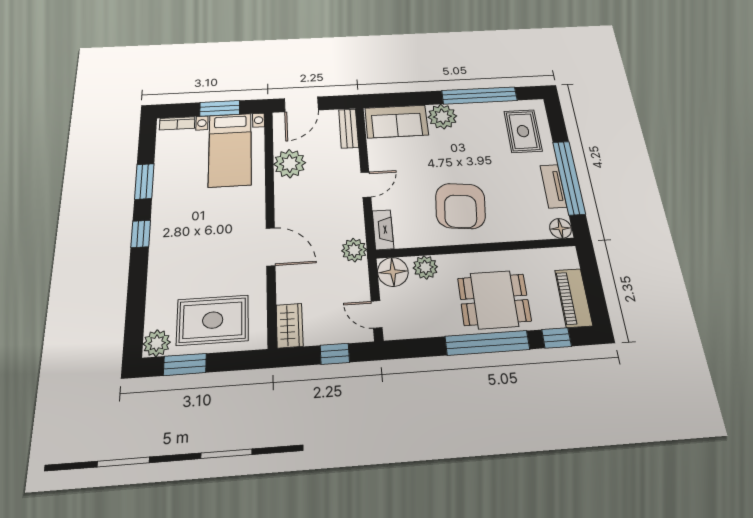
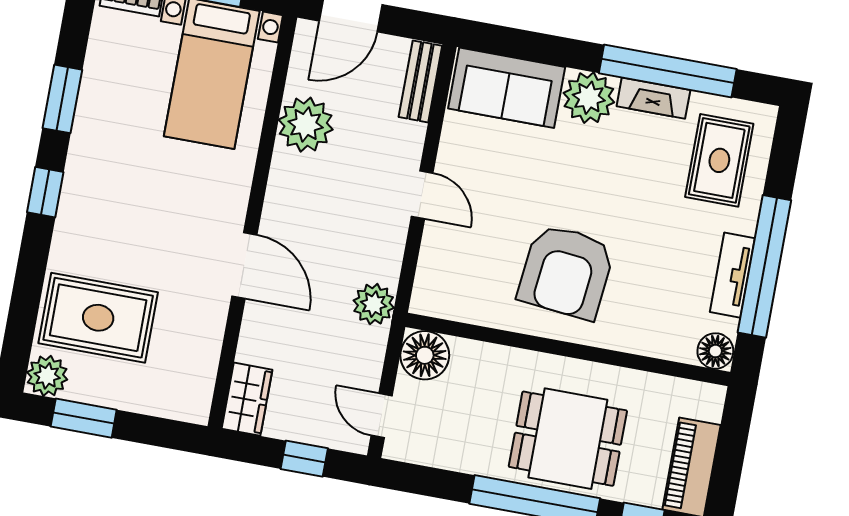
door: (366, 185) -> (422, 195), hinge flipped
fireplace: (383, 230) -> (653, 98), moved, turned 90
plant: (425, 267) -> (478, 361), removed
rug: (213, 320) -> (98, 318), moved

